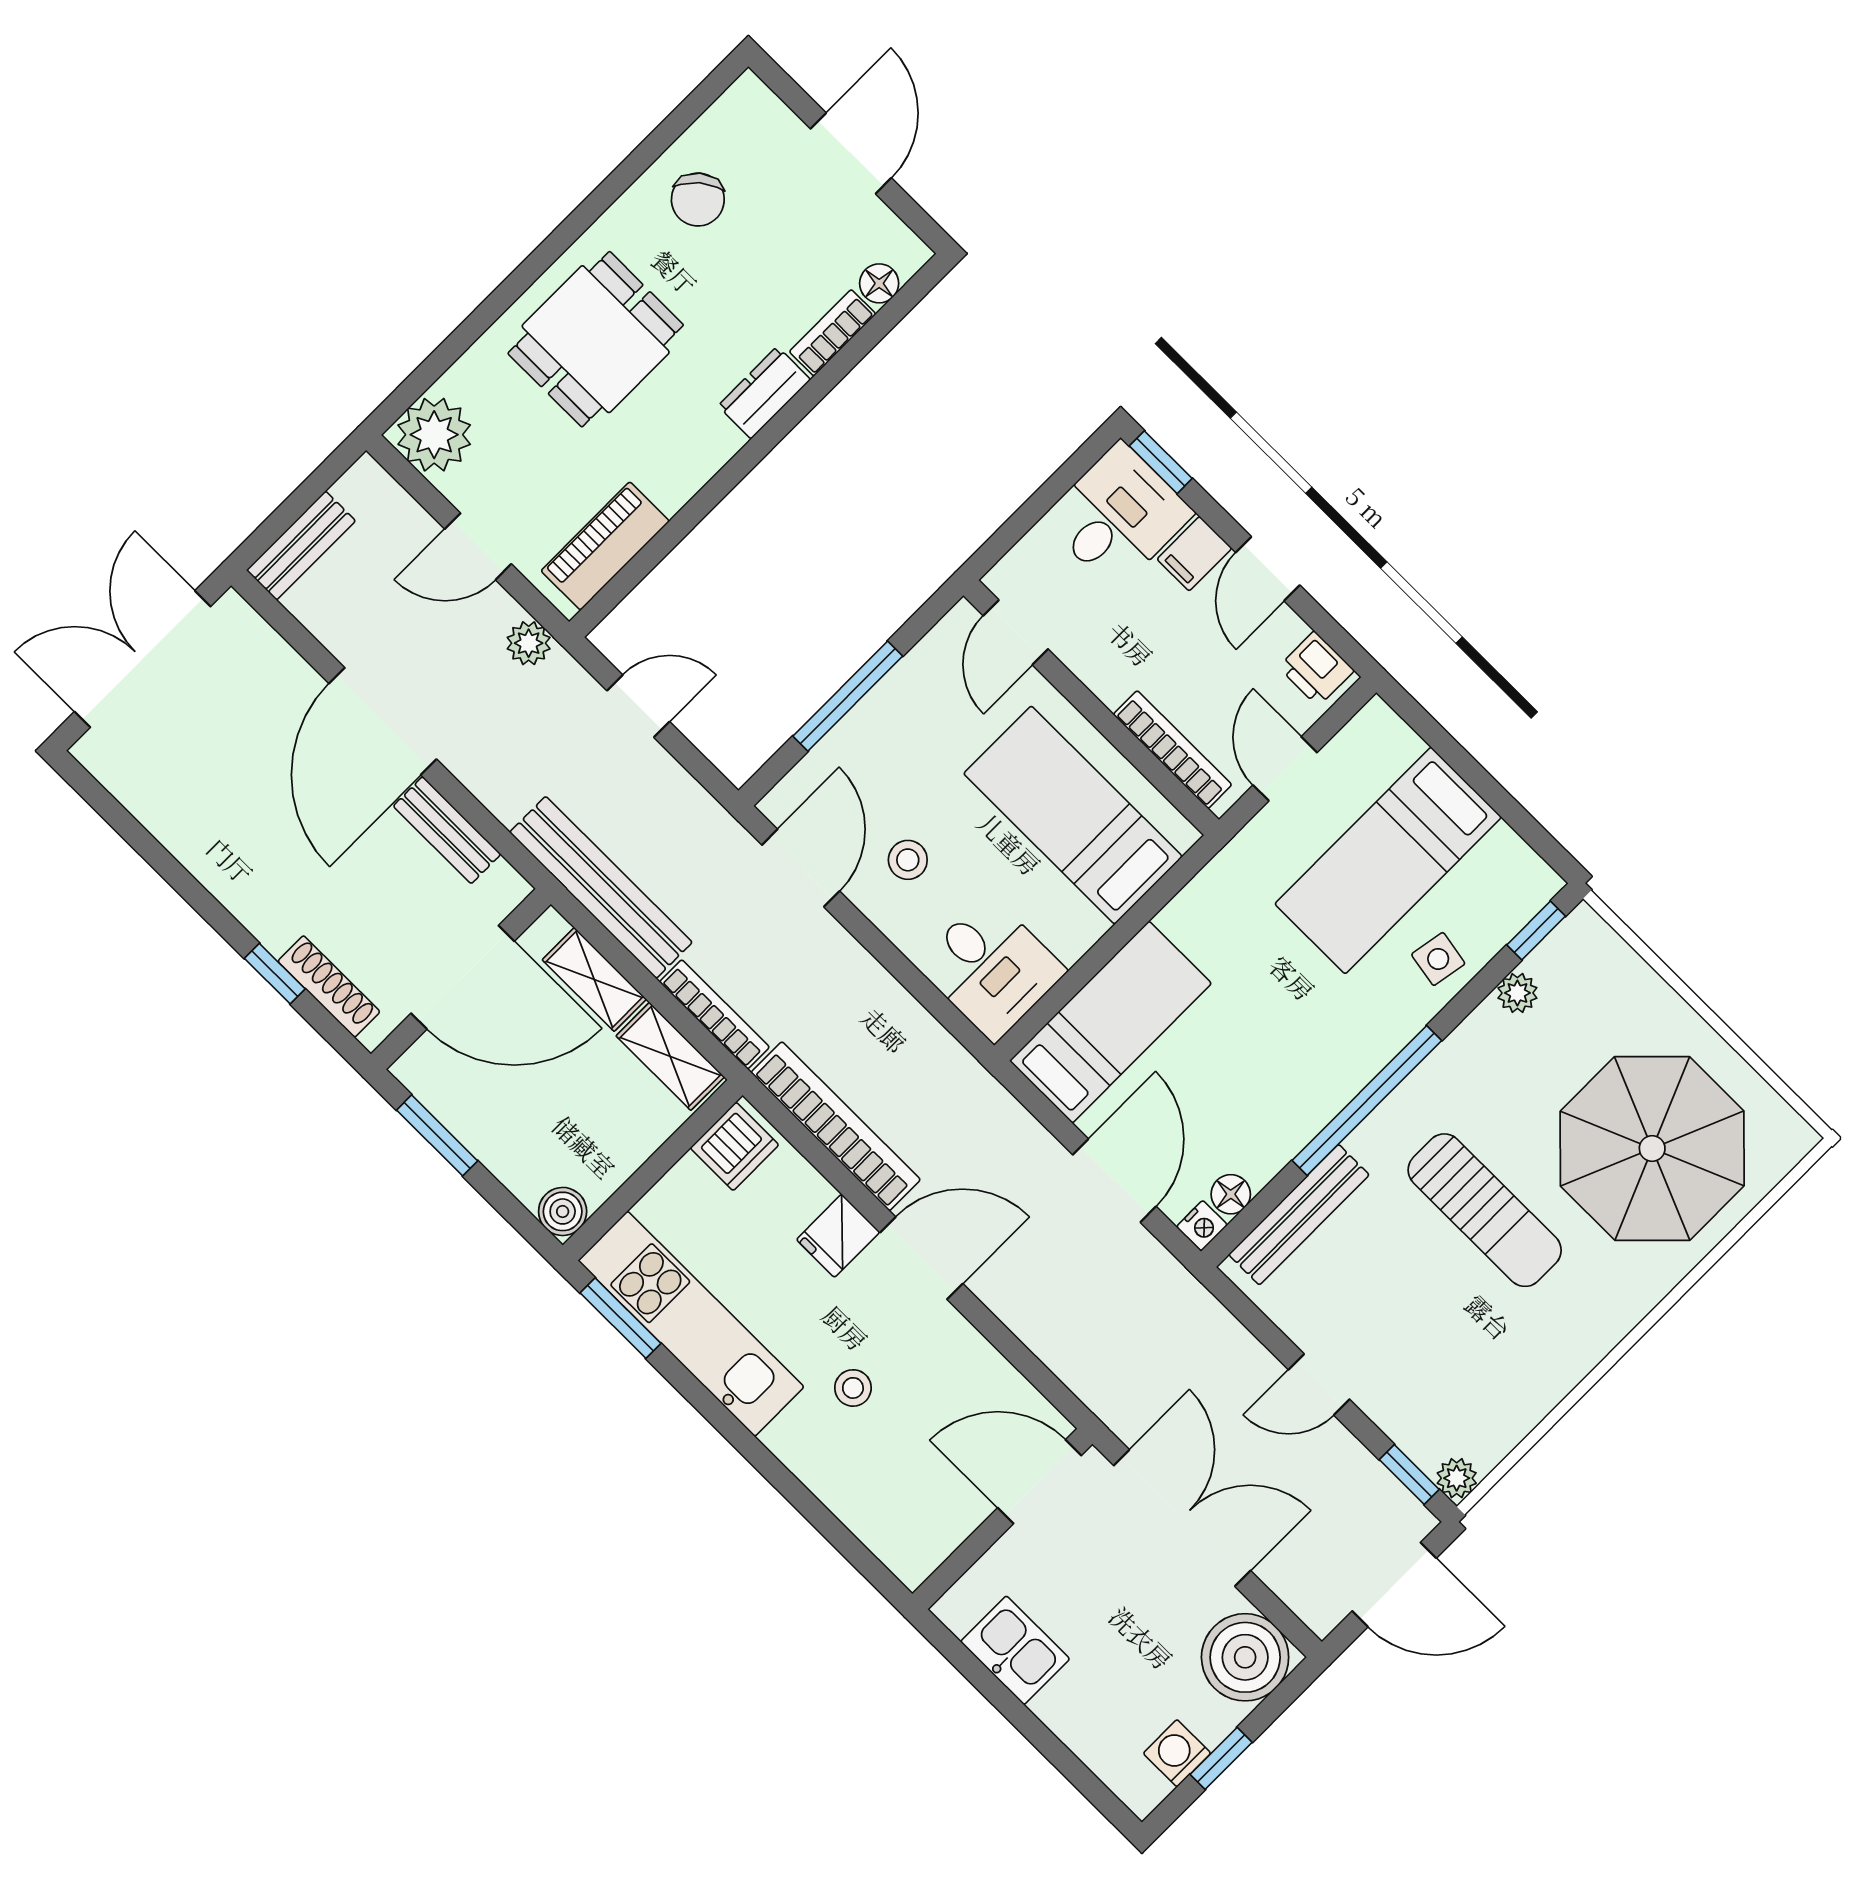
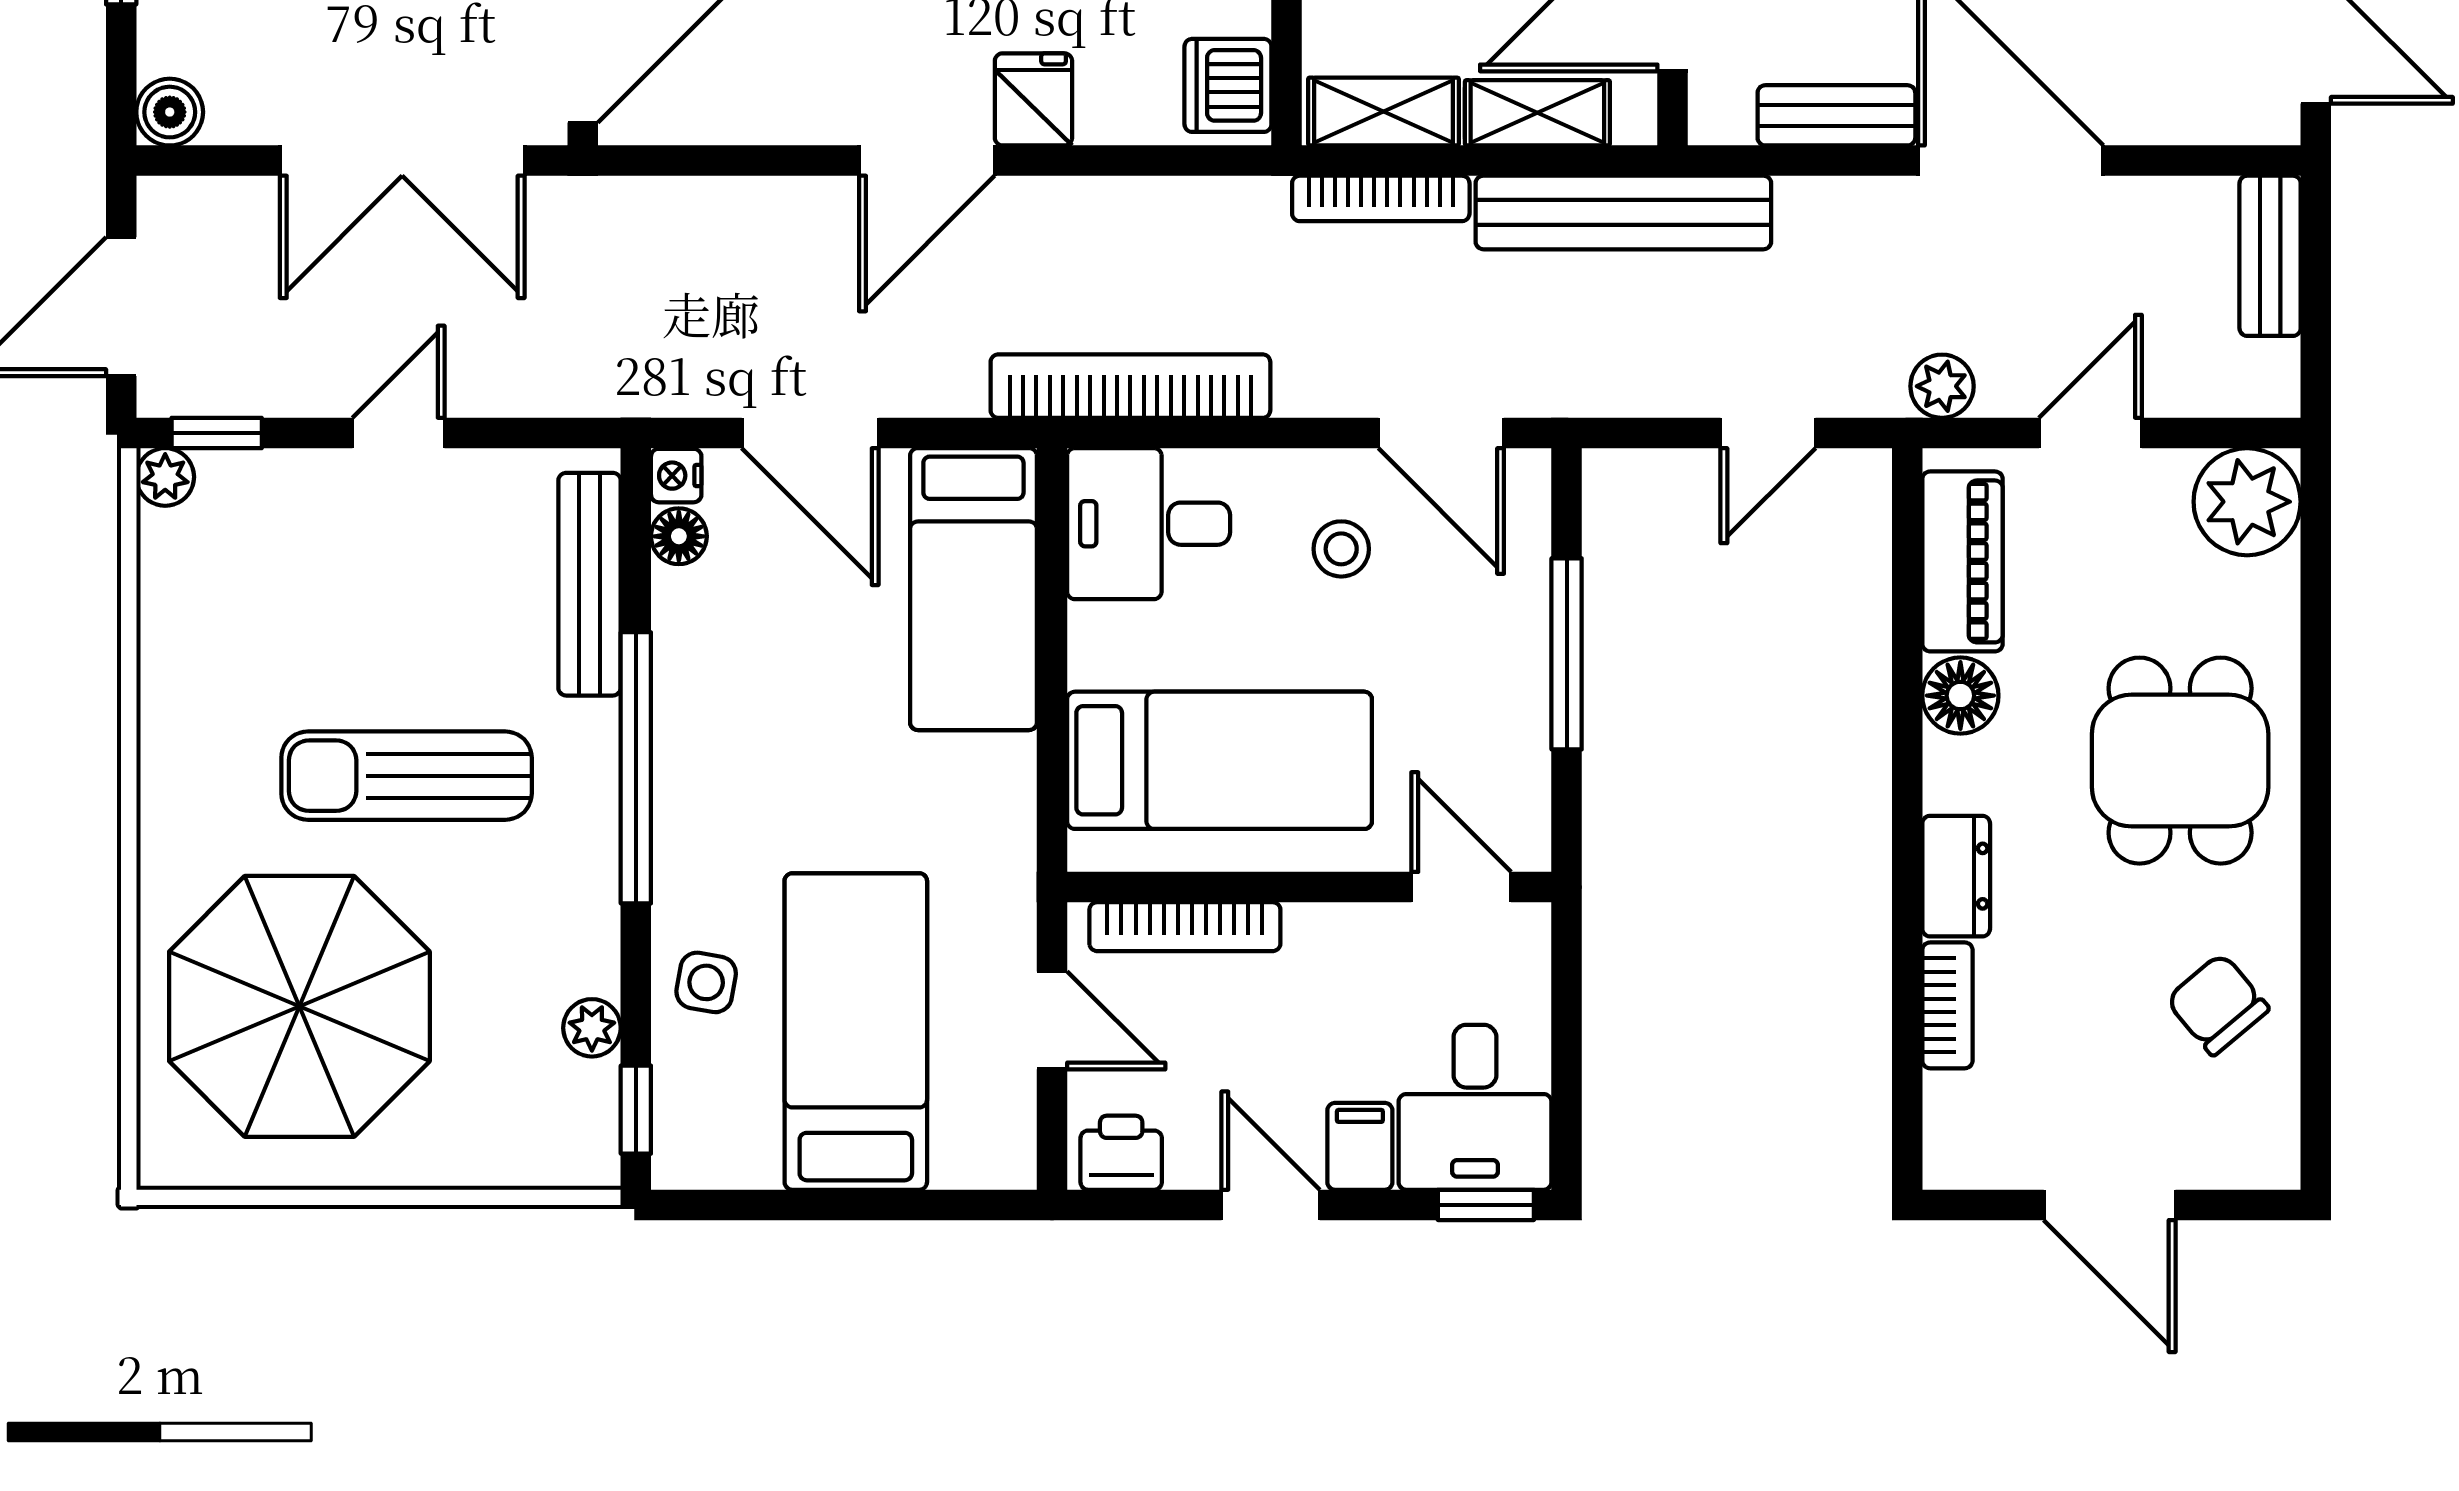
floor lamp: (879, 283) -> (1960, 696), moved, width x1.37, depth x1.37
bookcase: (836, 1126) -> (1130, 386), moved, turned 180
boiler: (1245, 1657) -> (170, 112), width x0.54, depth x0.54

